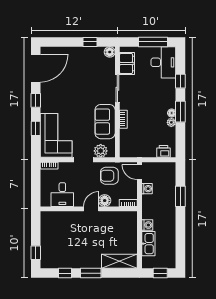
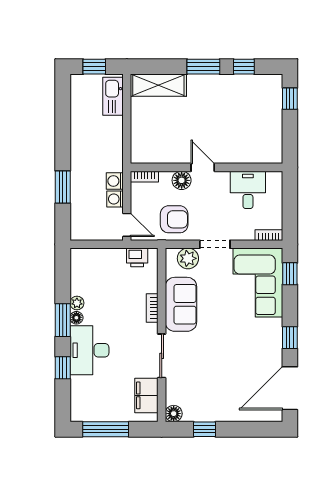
desk: (163, 62) -> (89, 350), moved
window: (36, 128) -> (290, 274), moved
printer: (163, 151) -> (137, 257), moved
door: (91, 209) -> (203, 167), swing flipped
washing machine: (147, 225) -> (115, 181), moved
kitchen sink: (148, 244) -> (113, 96), moved

